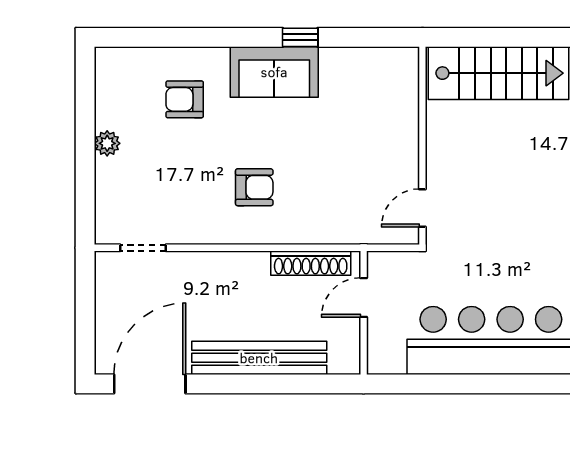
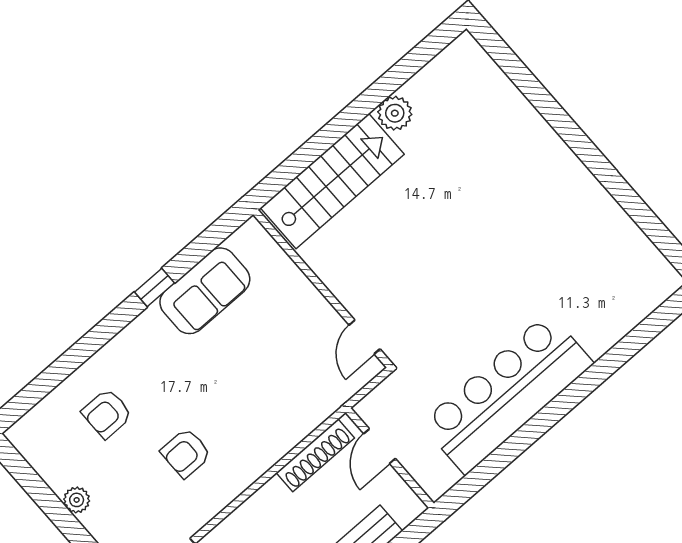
sofa: (274, 72) -> (205, 291), moved
armchair: (254, 187) -> (186, 453), moved, turned 180

